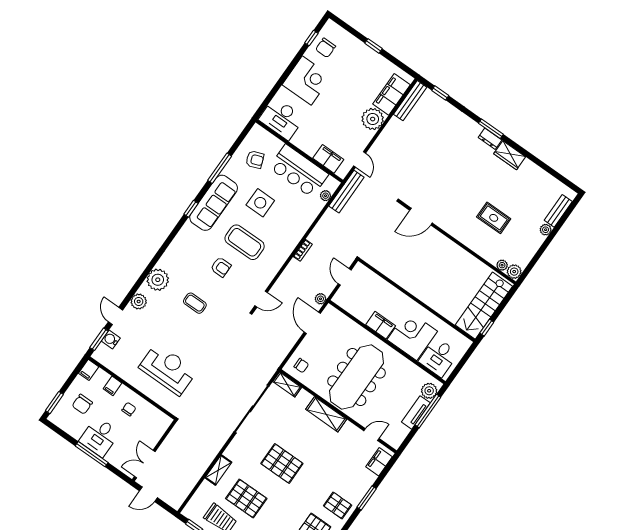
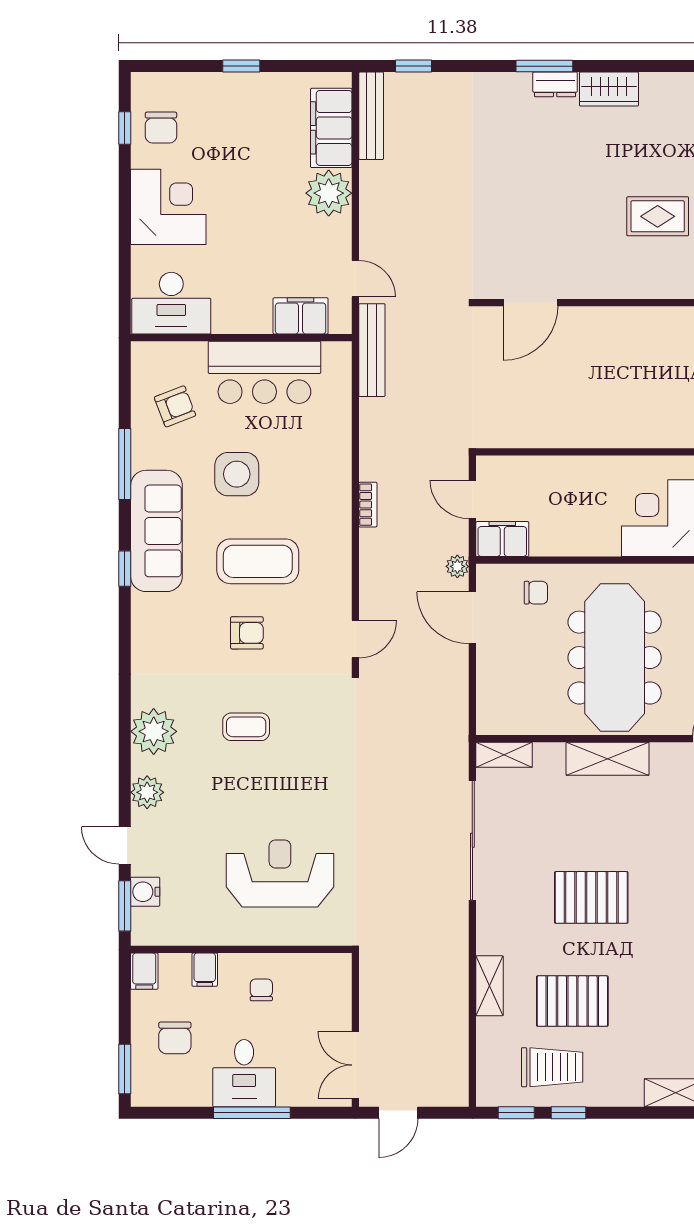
plant: (326, 196) -> (341, 383), removed
filing cabinet: (381, 325) -> (502, 539), moved
chair: (301, 366) -> (536, 593), moved

